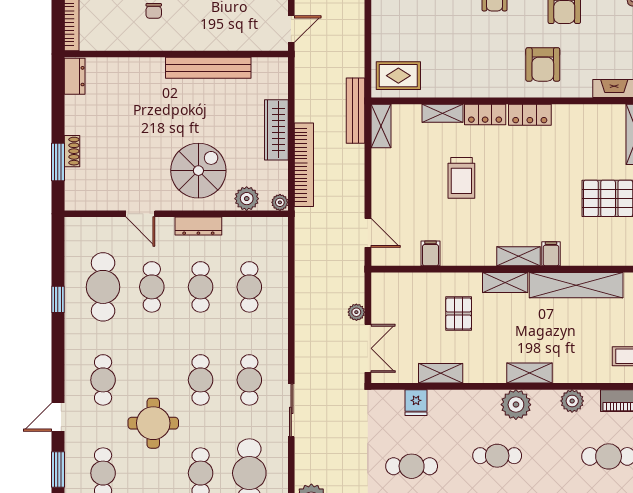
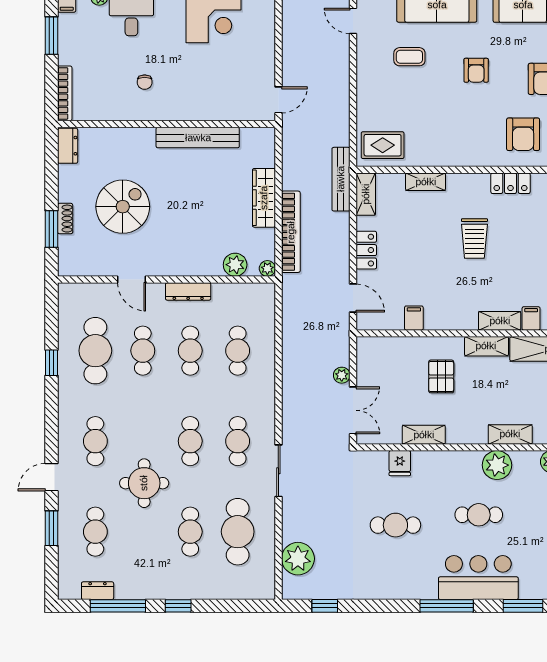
locker: (485, 114) -> (366, 250), moved, turned -90
spiral stairs: (198, 171) -> (123, 207), moved
trolley: (461, 178) -> (474, 238), moved

